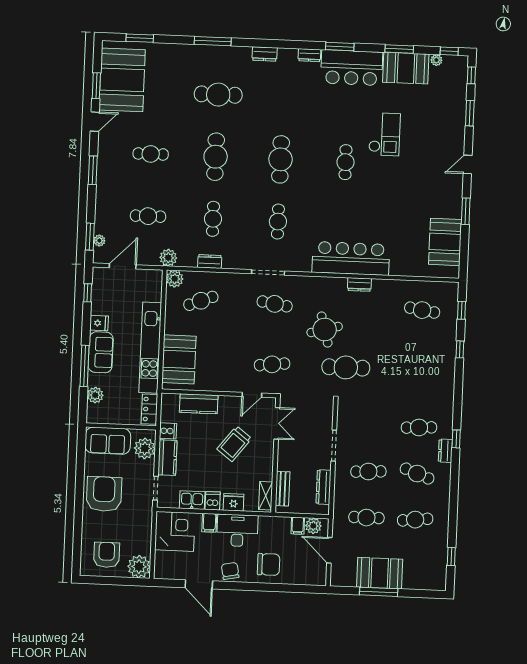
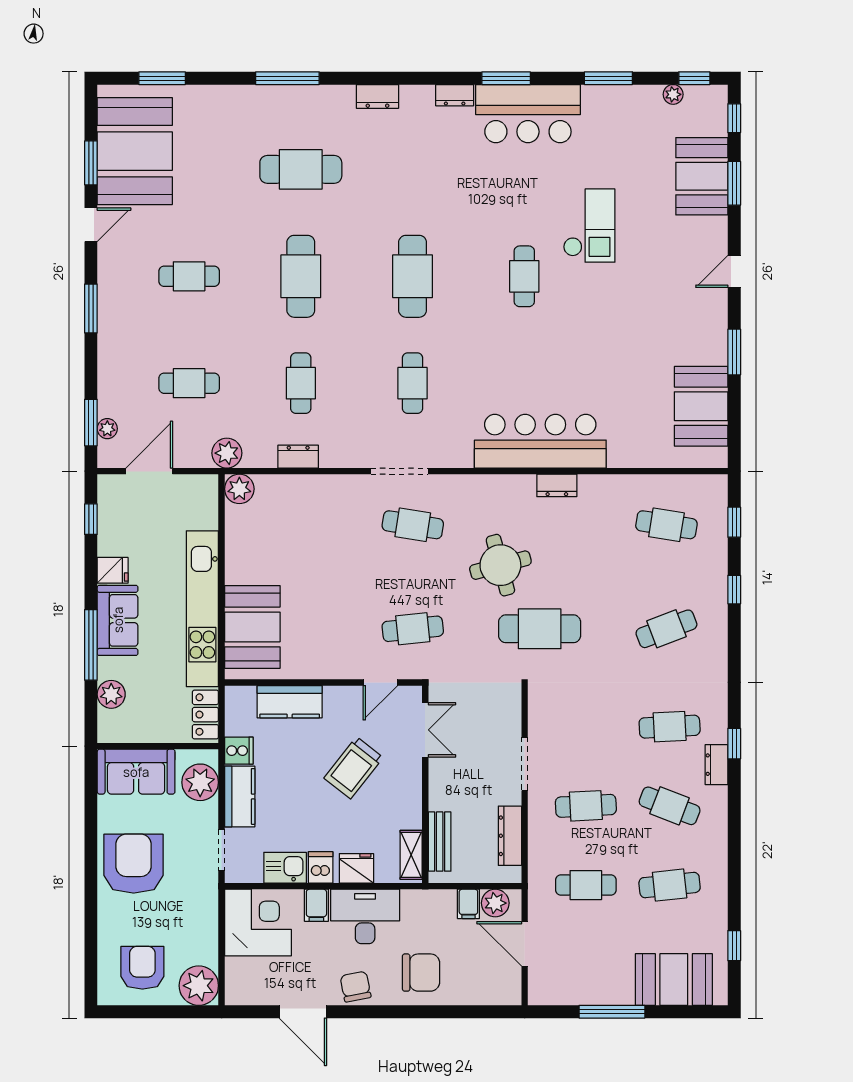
booth: (406, 68) -> (702, 176), moved, turned 90
cafe table: (201, 301) -> (666, 629), moved
booth: (380, 573) -> (674, 980), moved

